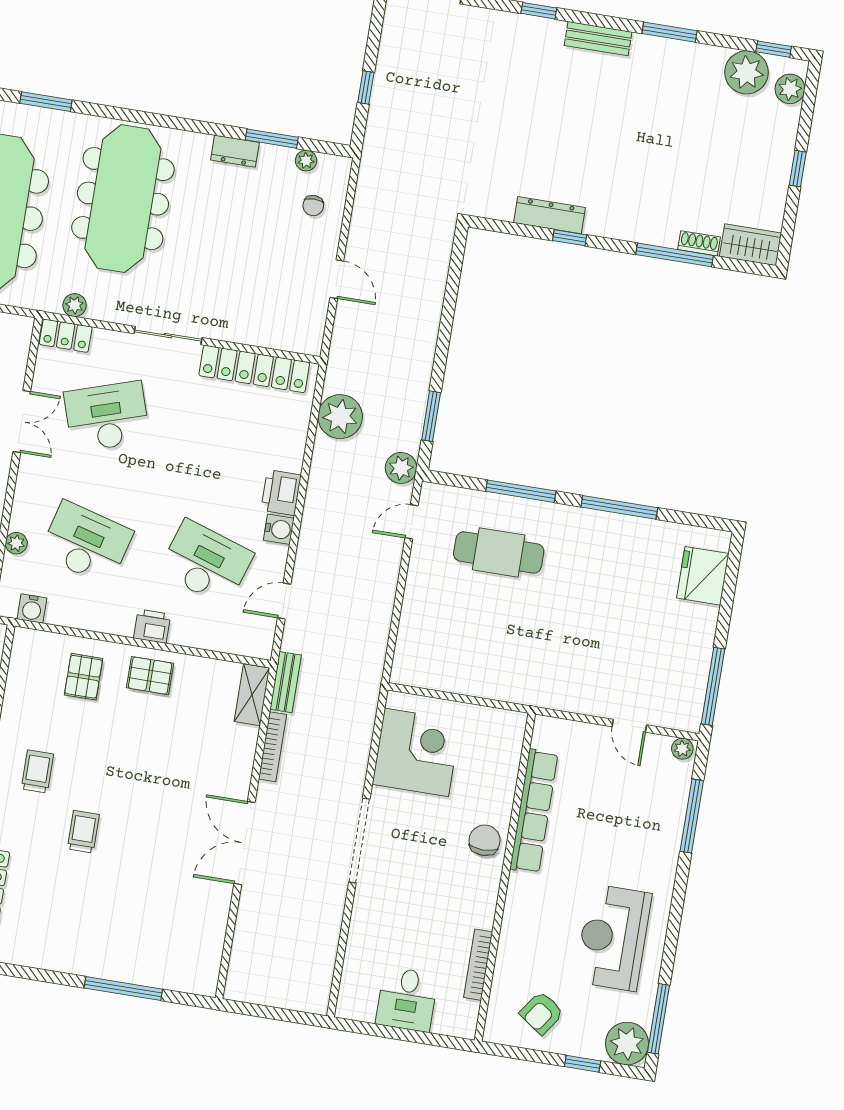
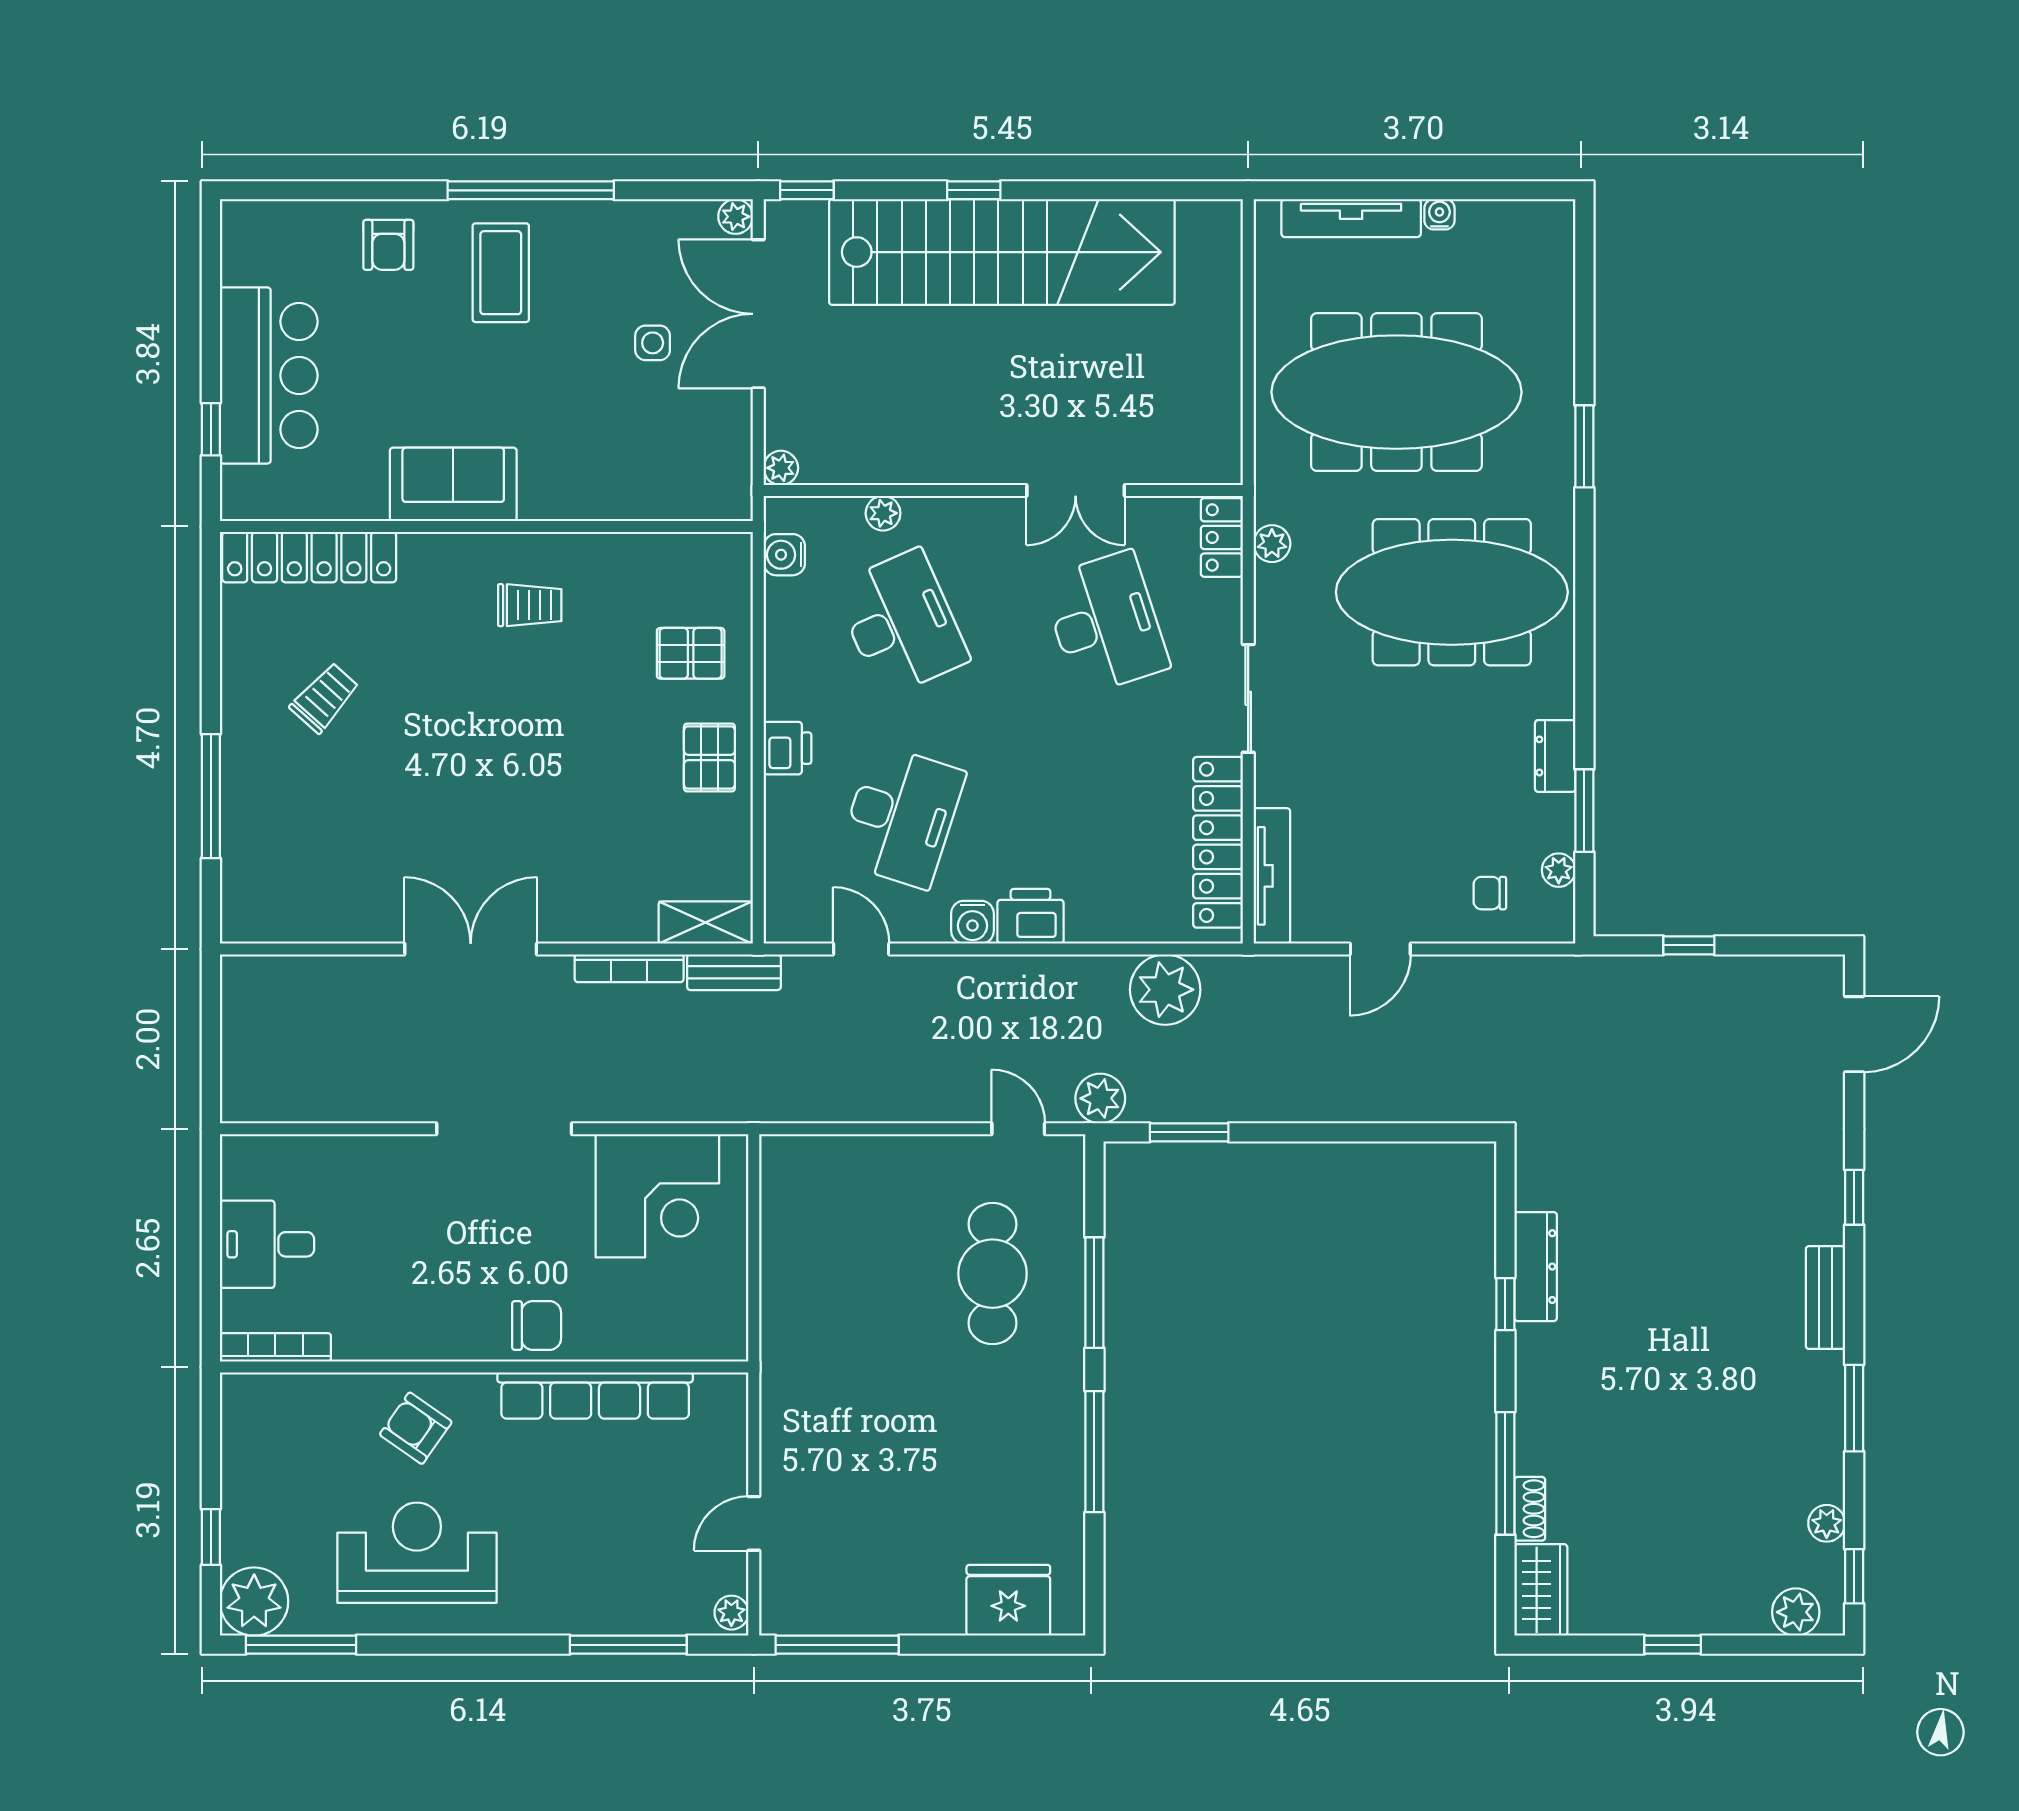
plant: (746, 72) -> (1827, 1523), width x0.53, depth x0.53
tv unit: (281, 339) -> (1272, 876), added
desk: (86, 543) -> (901, 623), turned -39
trolley: (83, 832) -> (325, 698), moved, turned -48
bookcase: (478, 965) -> (275, 1347), moved
armchair: (542, 1013) -> (416, 1428), moved

